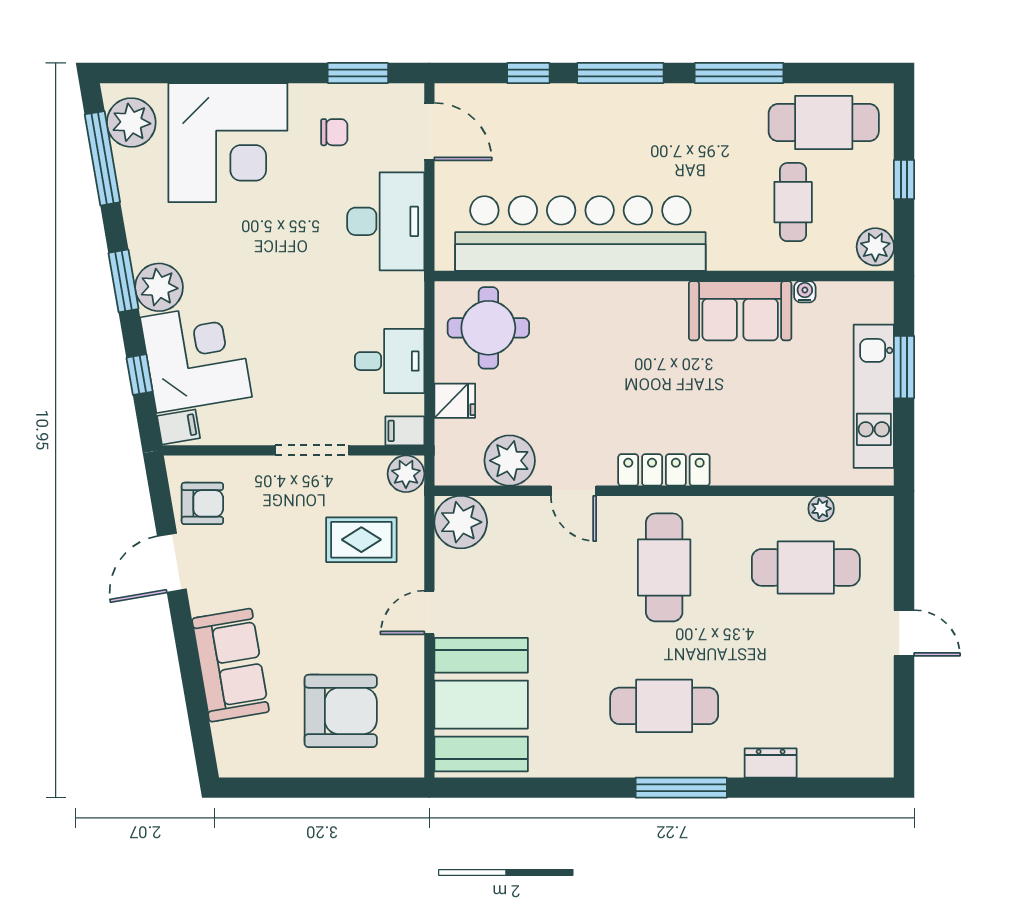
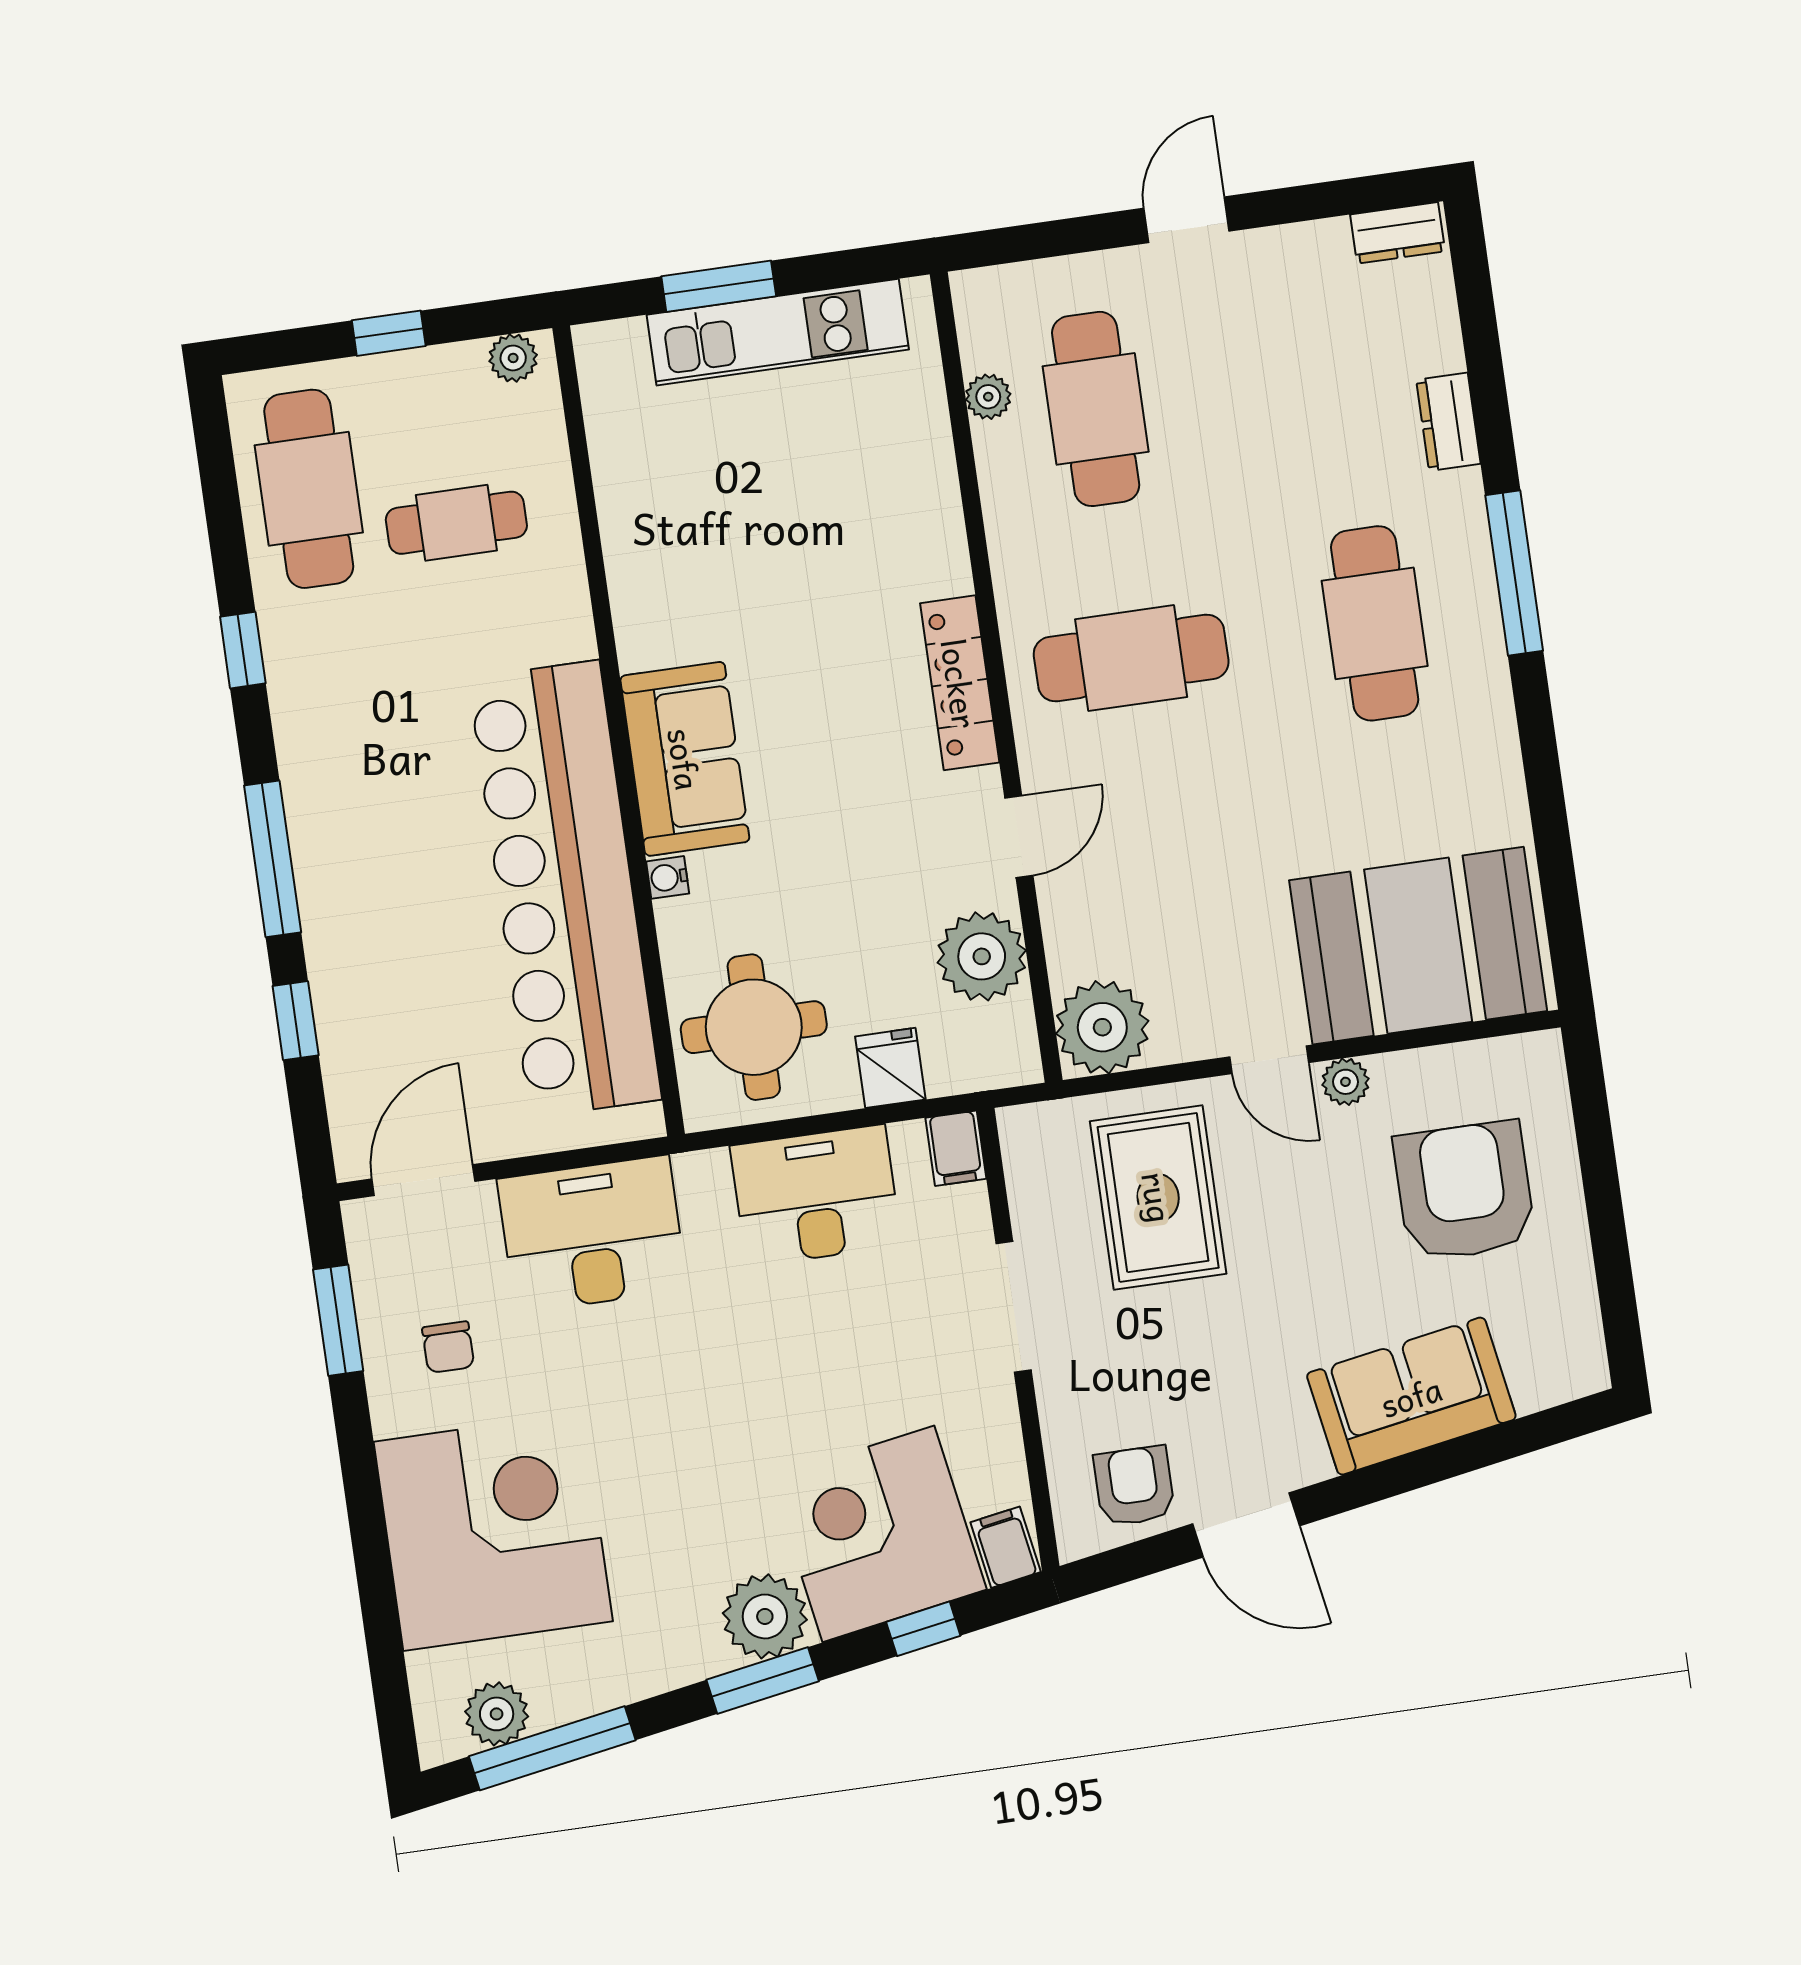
window: (739, 73) -> (243, 650), width x0.46
plant: (131, 123) -> (497, 1714), width x0.73, depth x0.73
chair: (334, 132) -> (448, 1347), turned 180
plant: (875, 247) -> (513, 358), width x0.73, depth x0.73
water cooler: (805, 292) -> (668, 877), moved
sofa: (740, 311) -> (685, 759), moved
desk: (390, 361) -> (816, 1196), width x1.37
plant: (406, 474) -> (1345, 1082), moved, width x0.73, depth x0.73
rug: (361, 540) -> (1158, 1197), width x1.36, depth x1.43
dresser: (880, 750) -> (1398, 233), added

